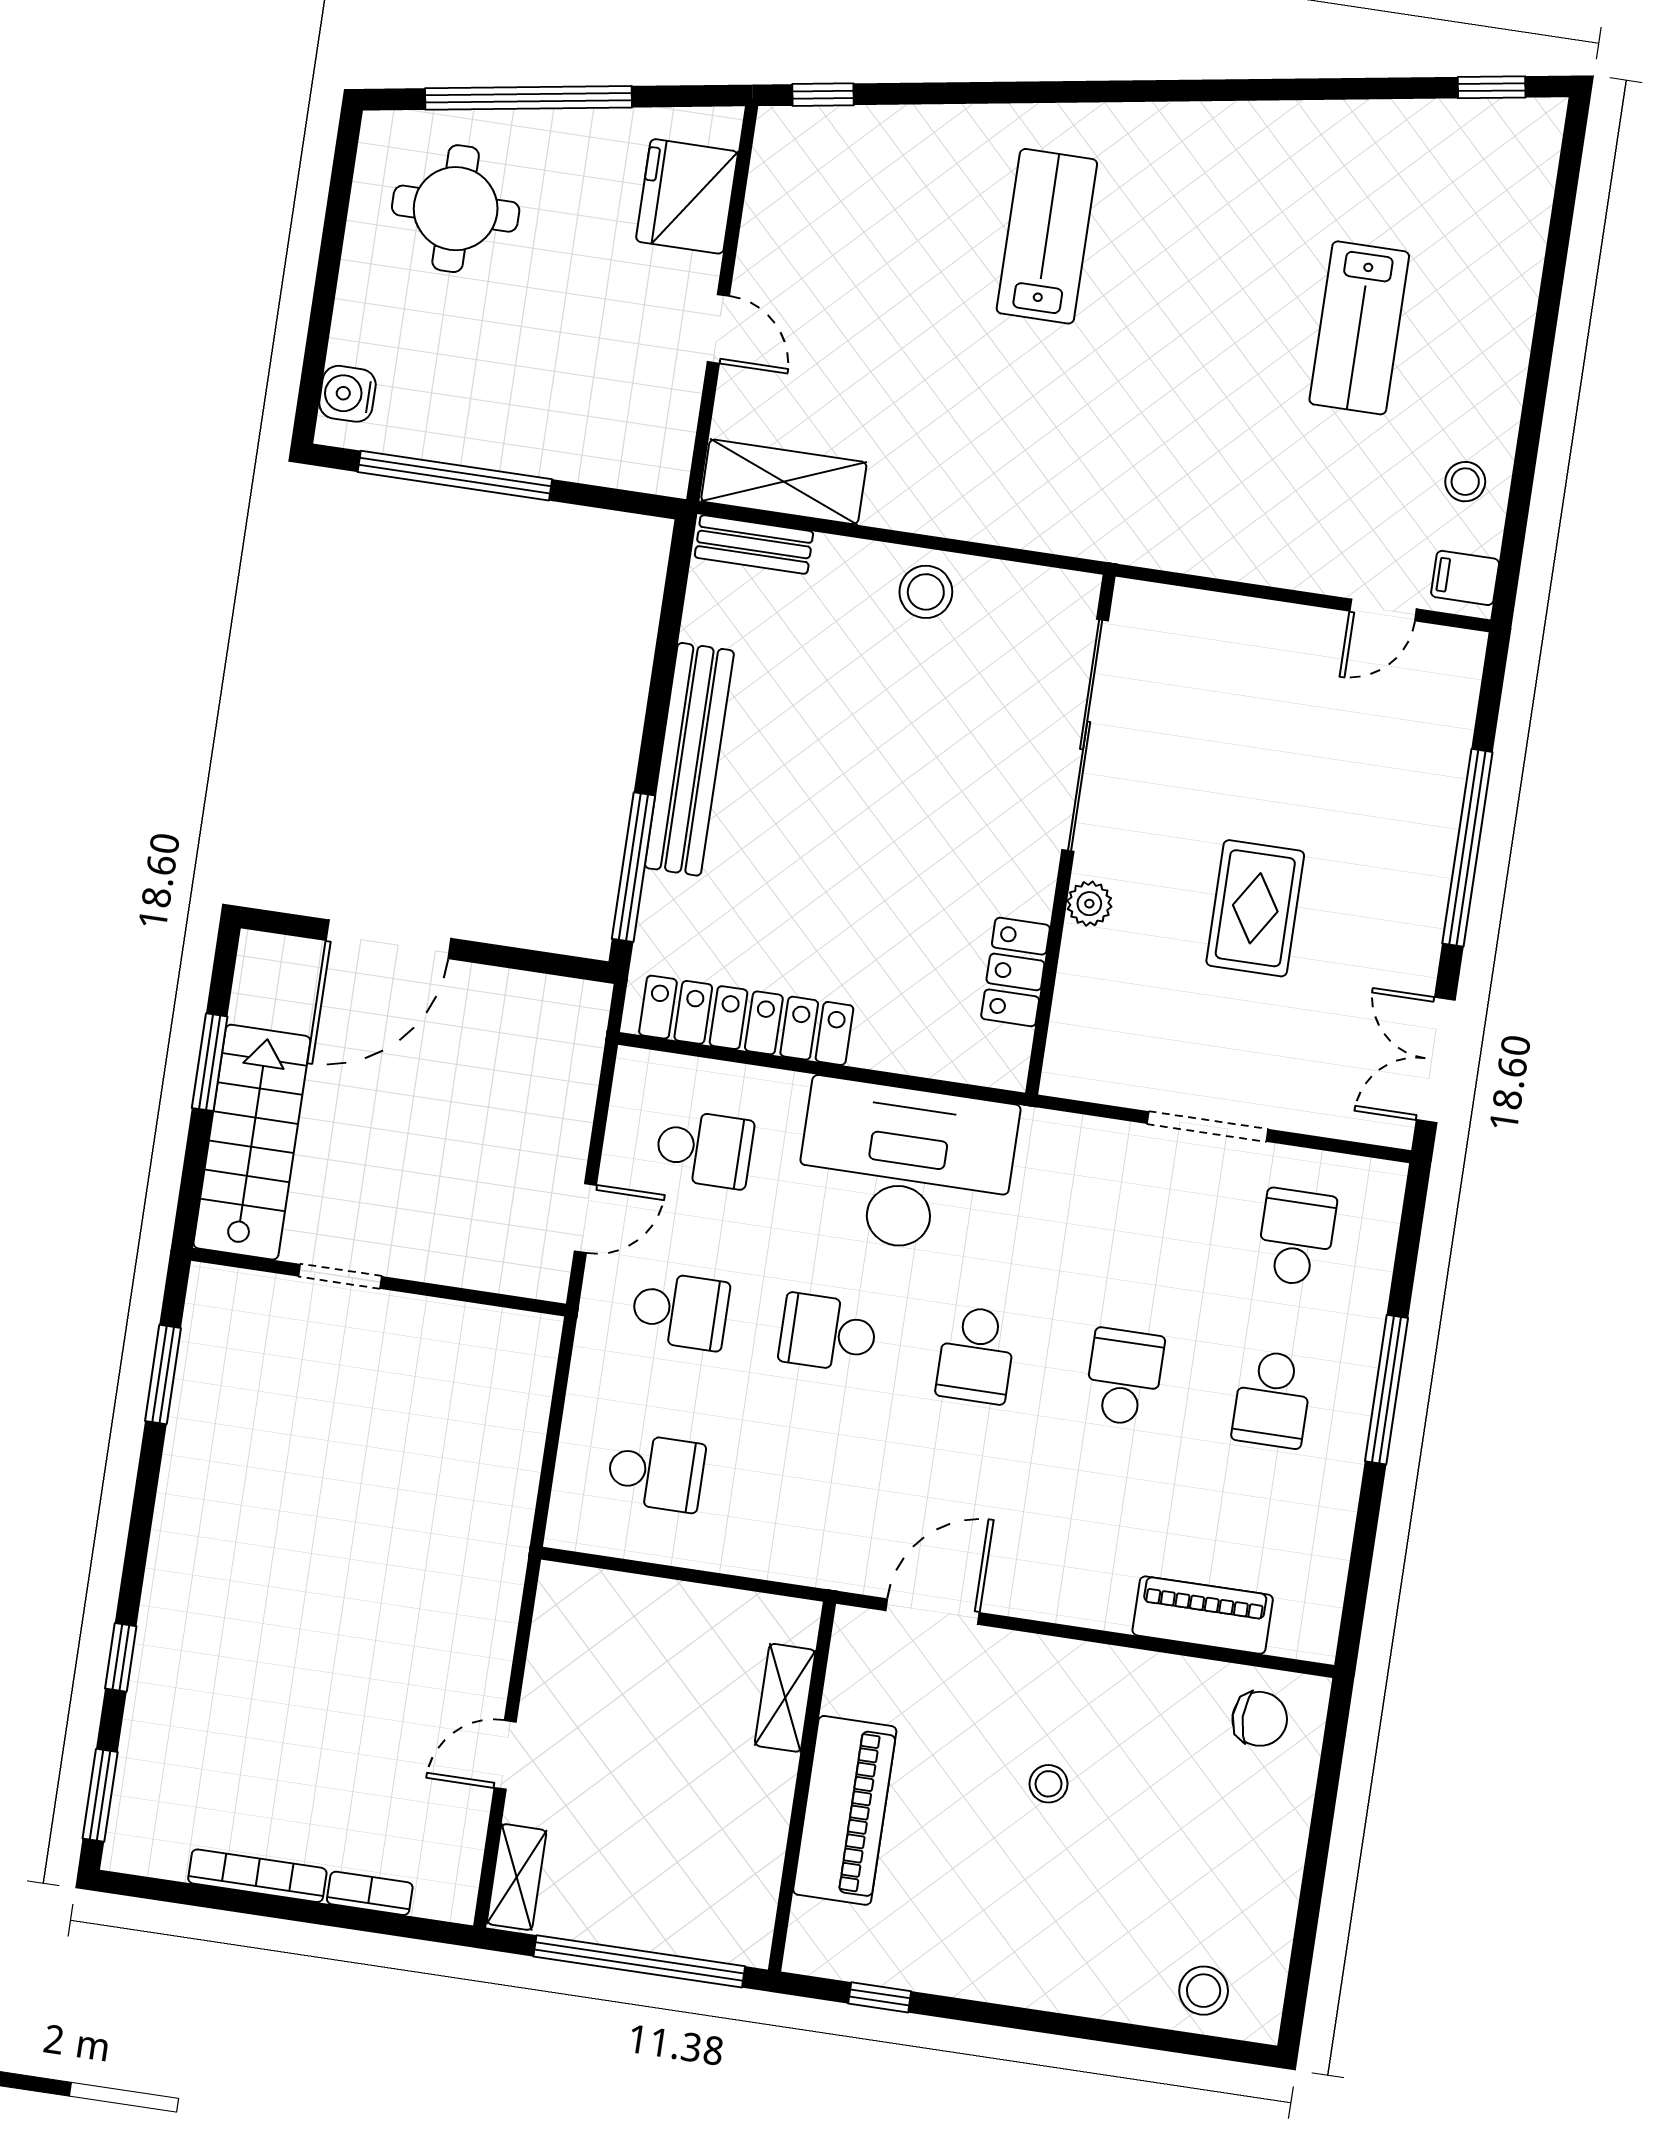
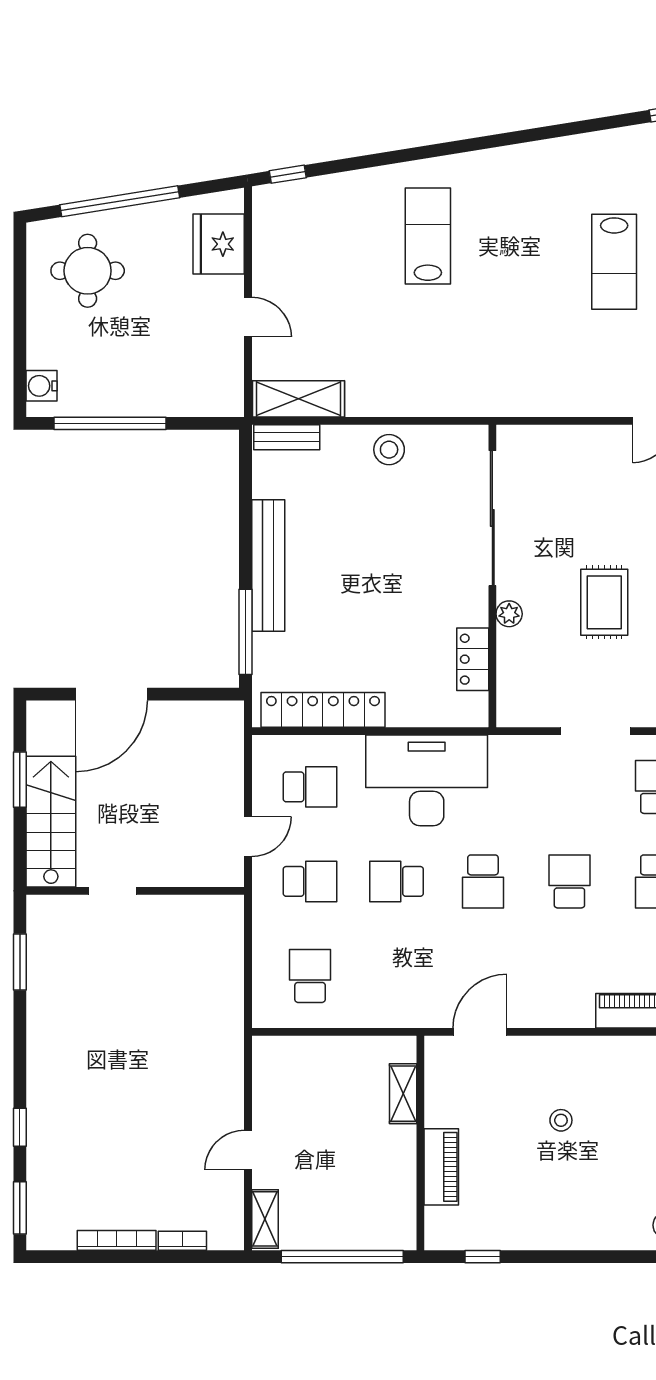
school desk: (656, 1473) -> (310, 976), turned -90
piano: (845, 1810) -> (441, 1167), width x0.73, depth x0.75

